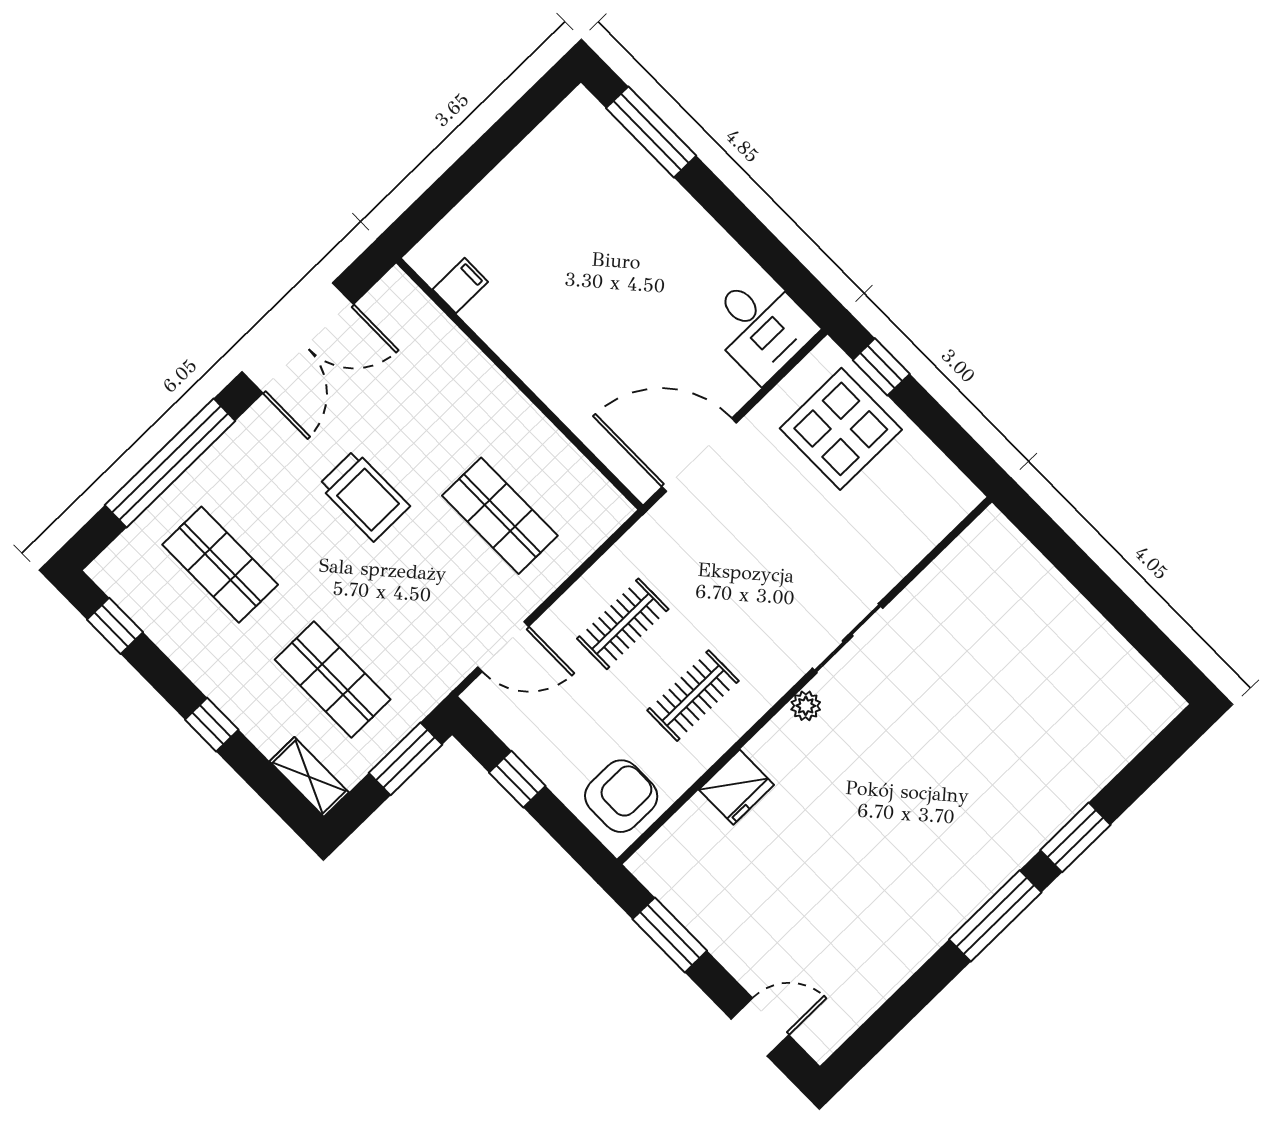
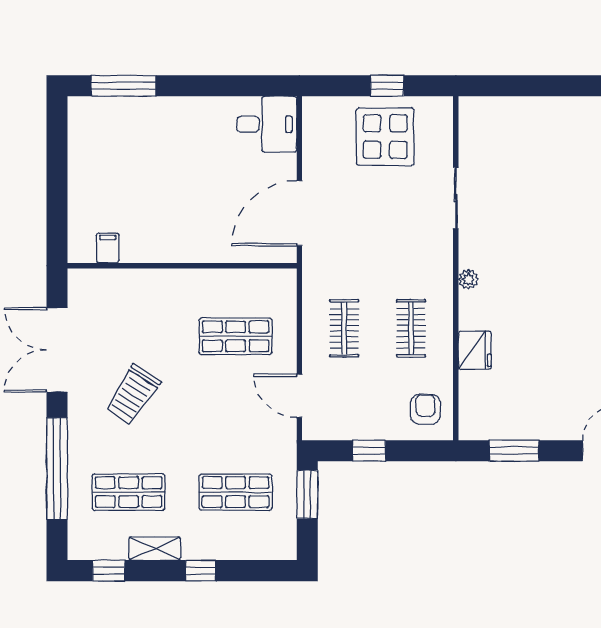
double door: (298, 338) -> (57, 350), swing flipped
window: (881, 367) -> (387, 86), moved
display table: (841, 429) -> (385, 137), moved
trolley: (364, 496) -> (133, 395), moved, turned 123
sliding door: (848, 638) -> (456, 198), moved
door: (503, 647) -> (299, 396), swing flipped
shelving: (309, 777) -> (155, 549), moved
armchair: (621, 796) -> (425, 409), width x0.72, depth x0.72

